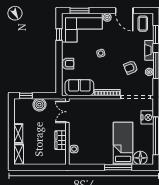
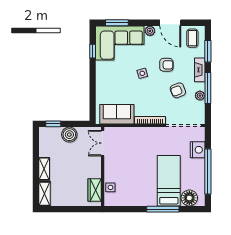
armchair: (68, 64) -> (166, 65), moved
wardrobe: (61, 140) -> (95, 190), moved

